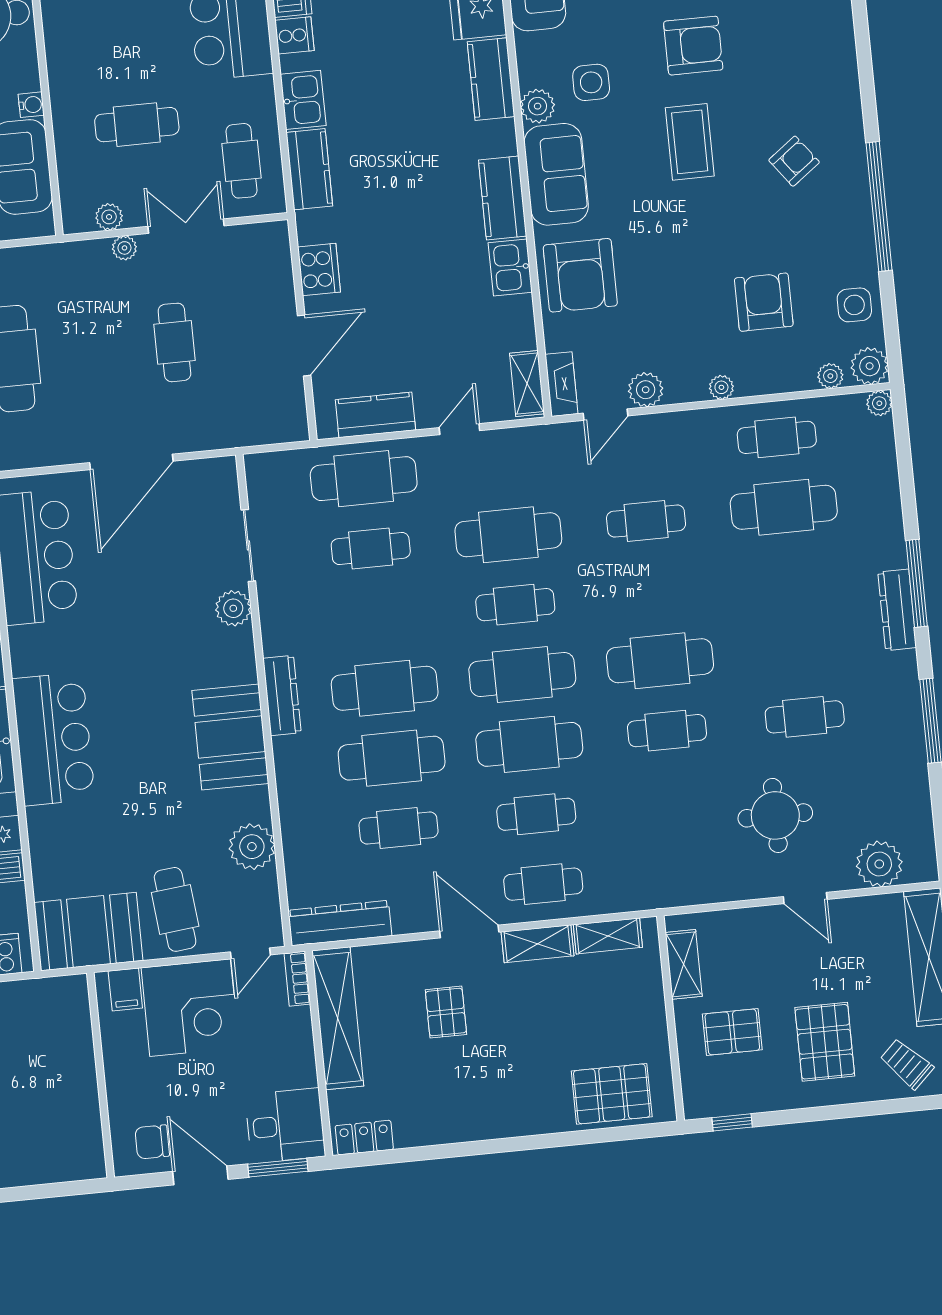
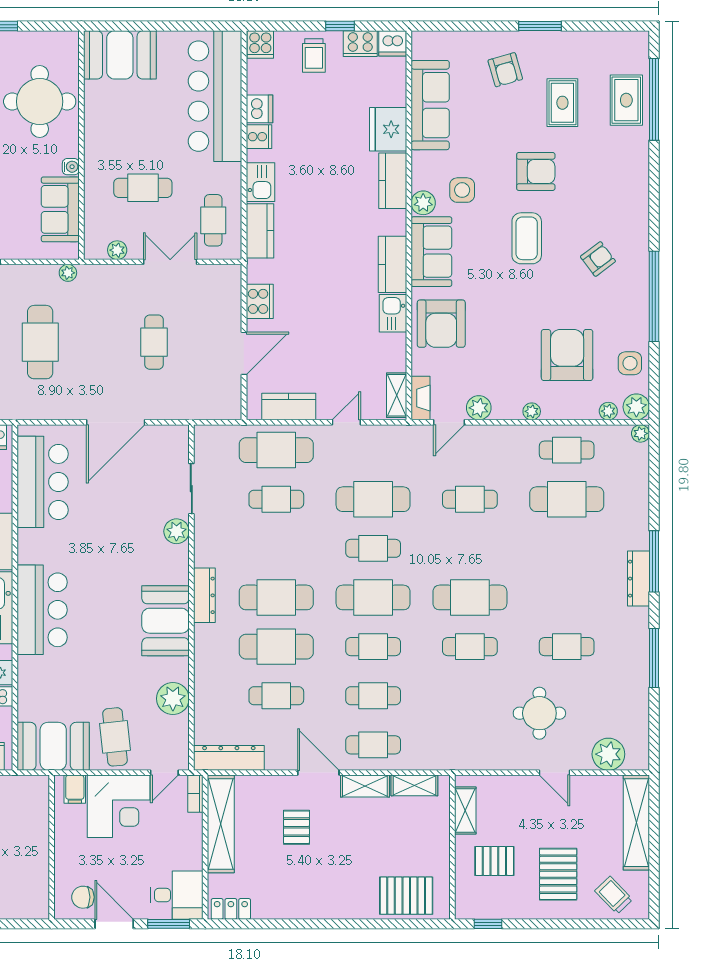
plant: (124, 248) -> (68, 273), moved
armchair: (764, 302) -> (567, 355), width x1.36, depth x1.36
cafe table: (529, 744) -> (373, 647), width x0.73, depth x0.74

